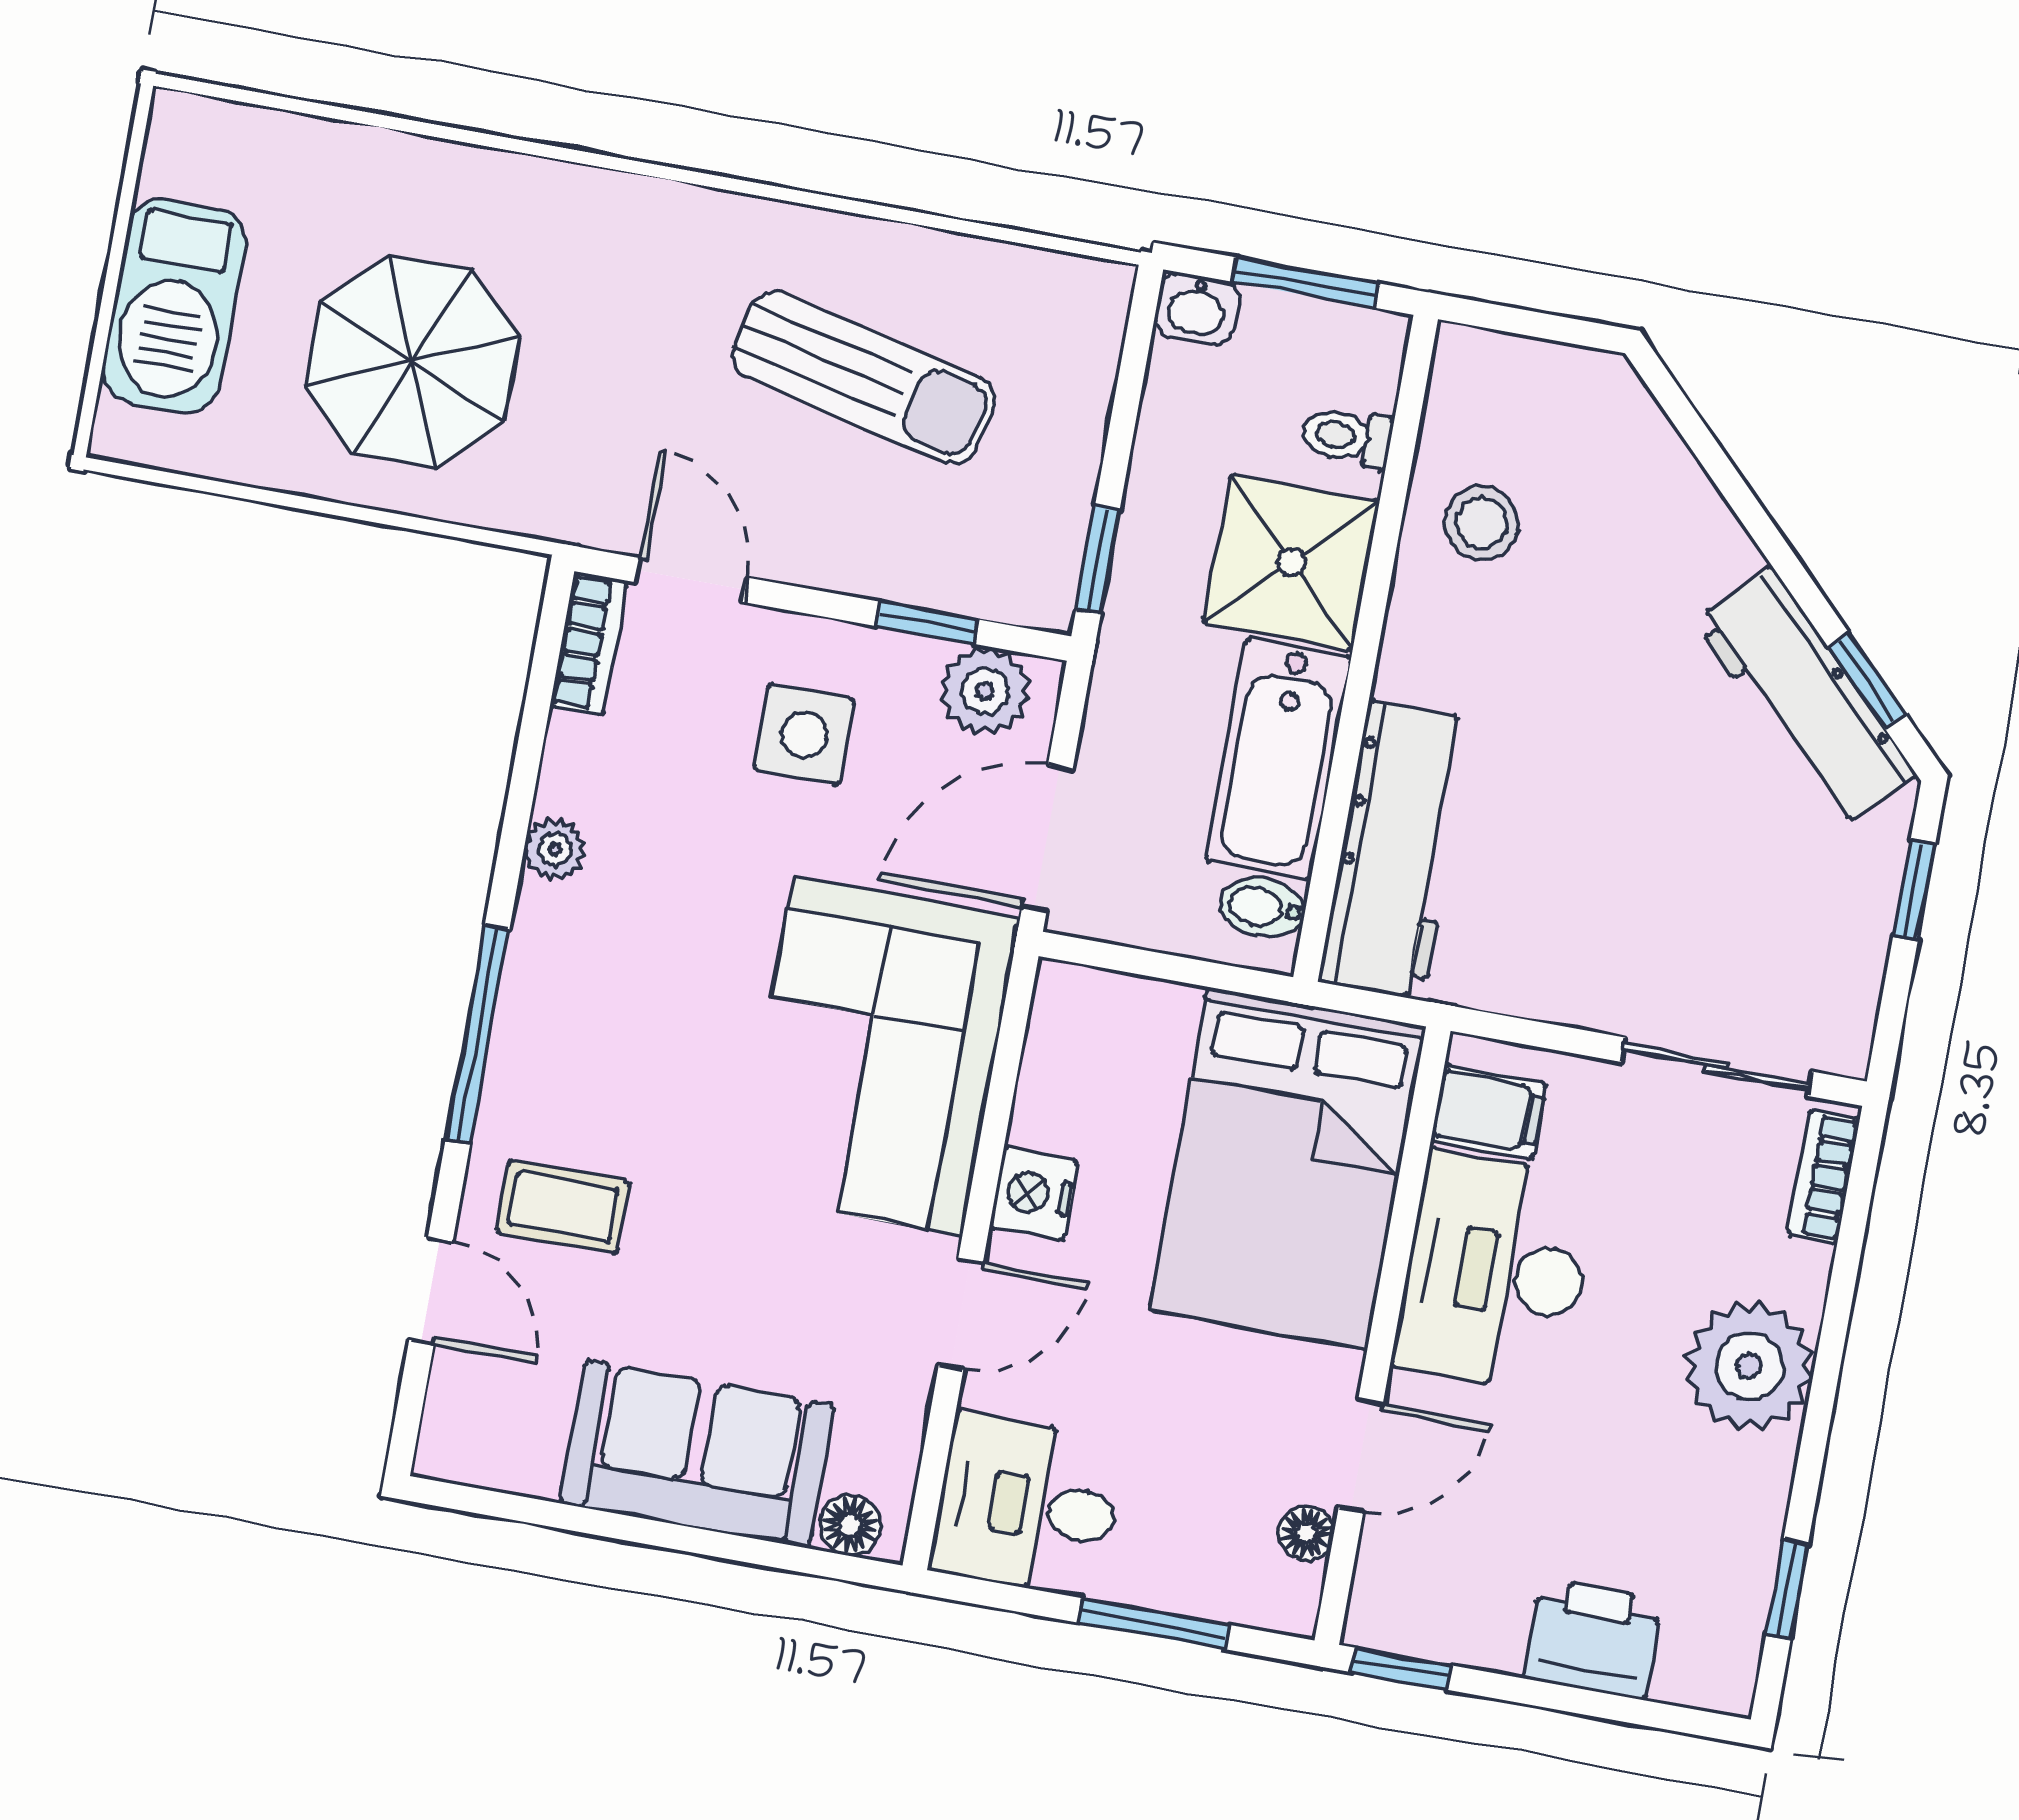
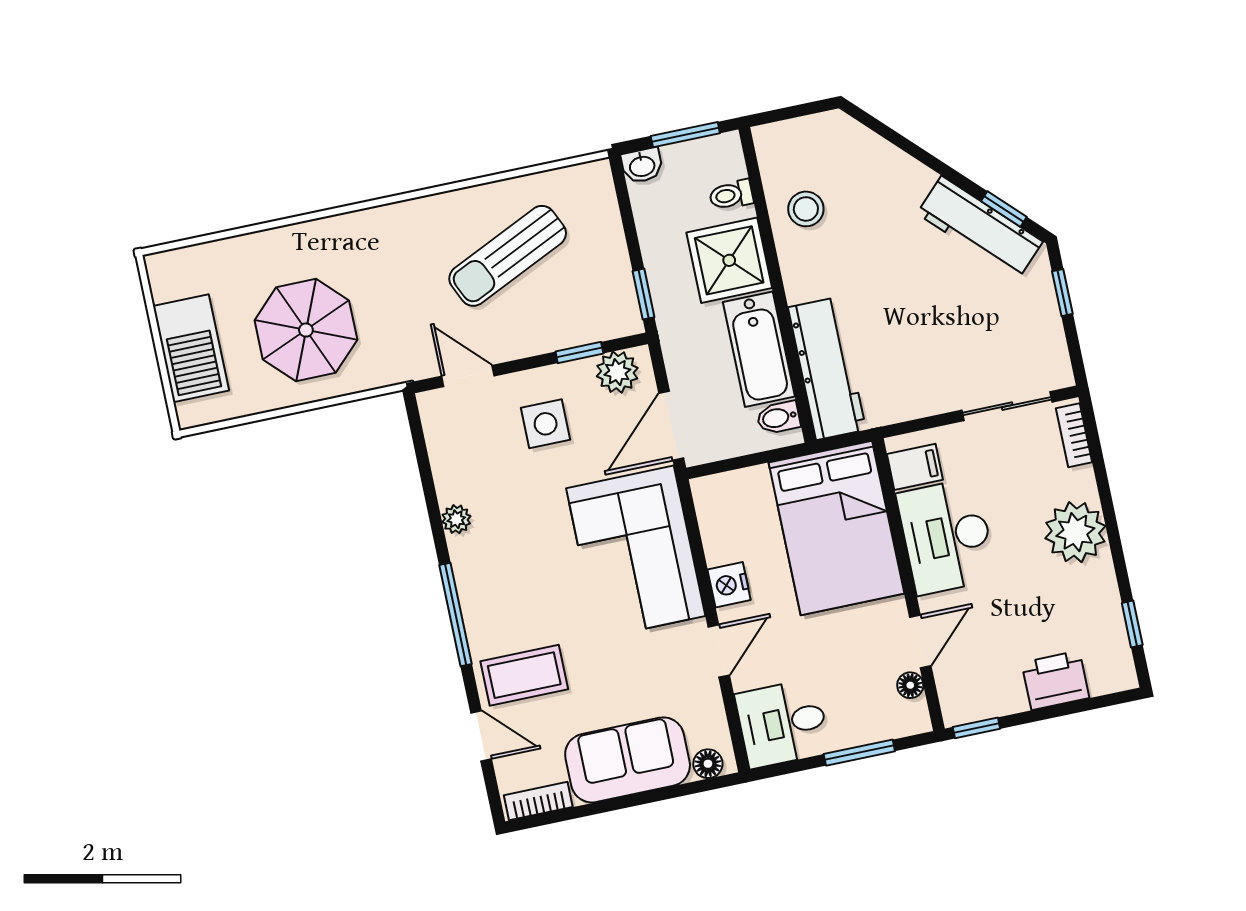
sun lounger: (864, 378) -> (508, 256), turned 142
bookcase: (589, 643) -> (538, 801), moved, turned -90
coffee table: (563, 1207) -> (524, 675), width x1.36, depth x1.30

